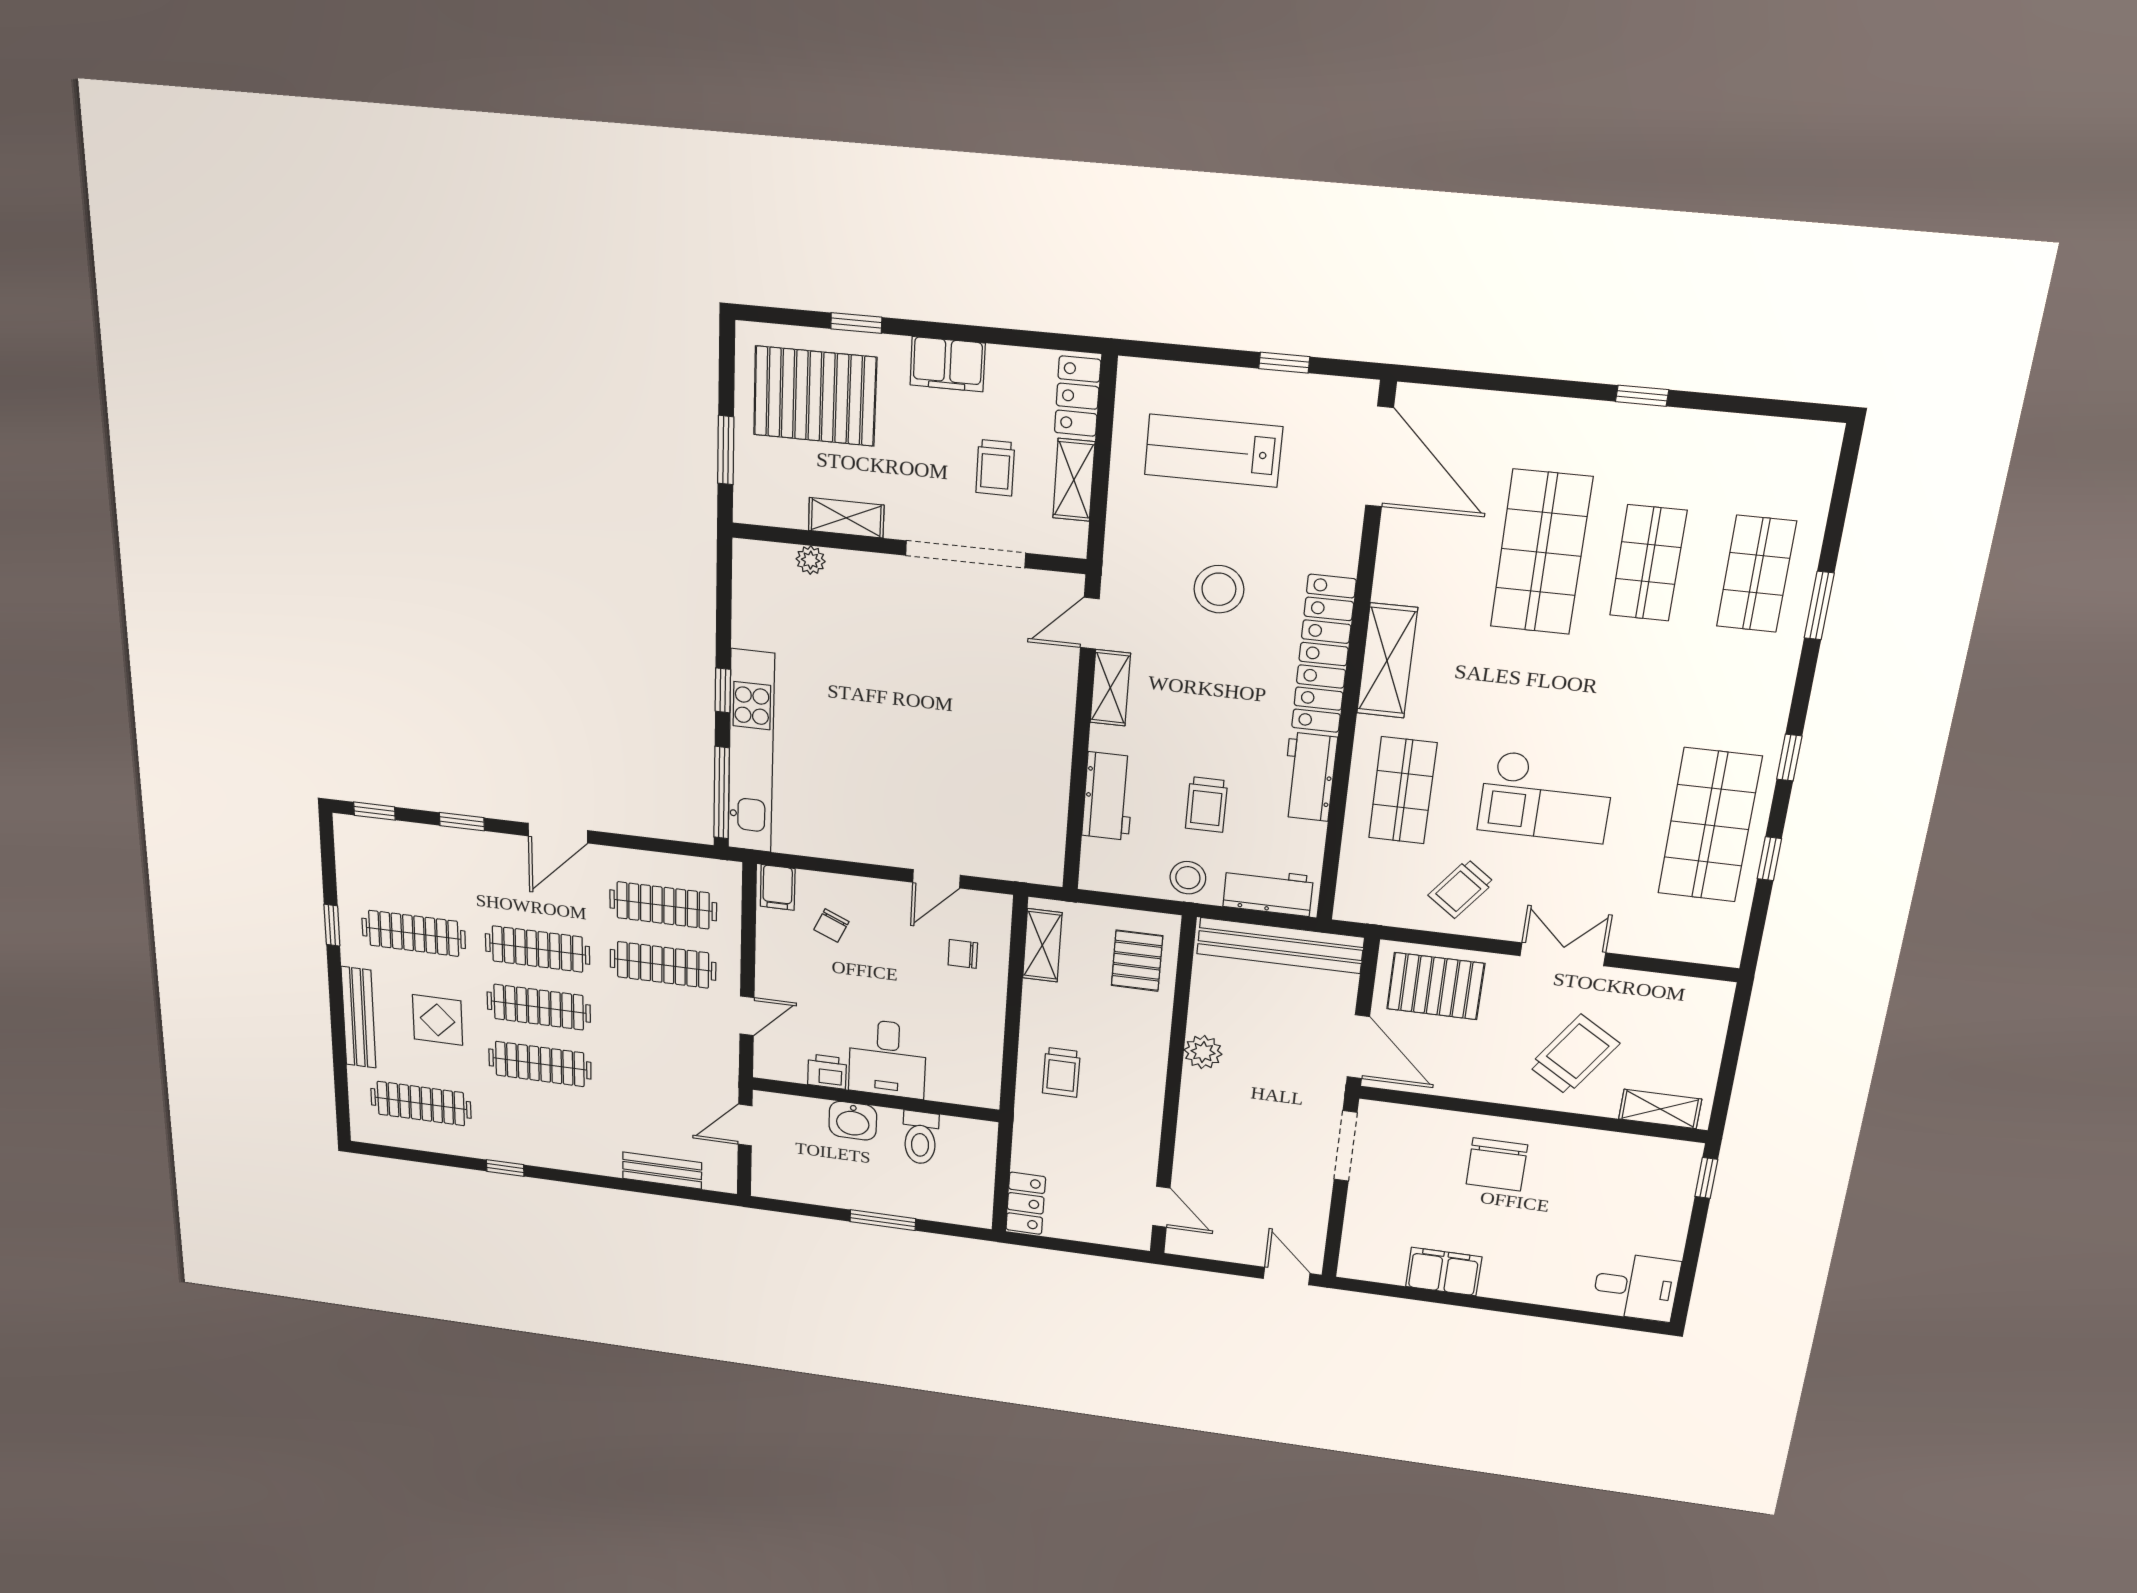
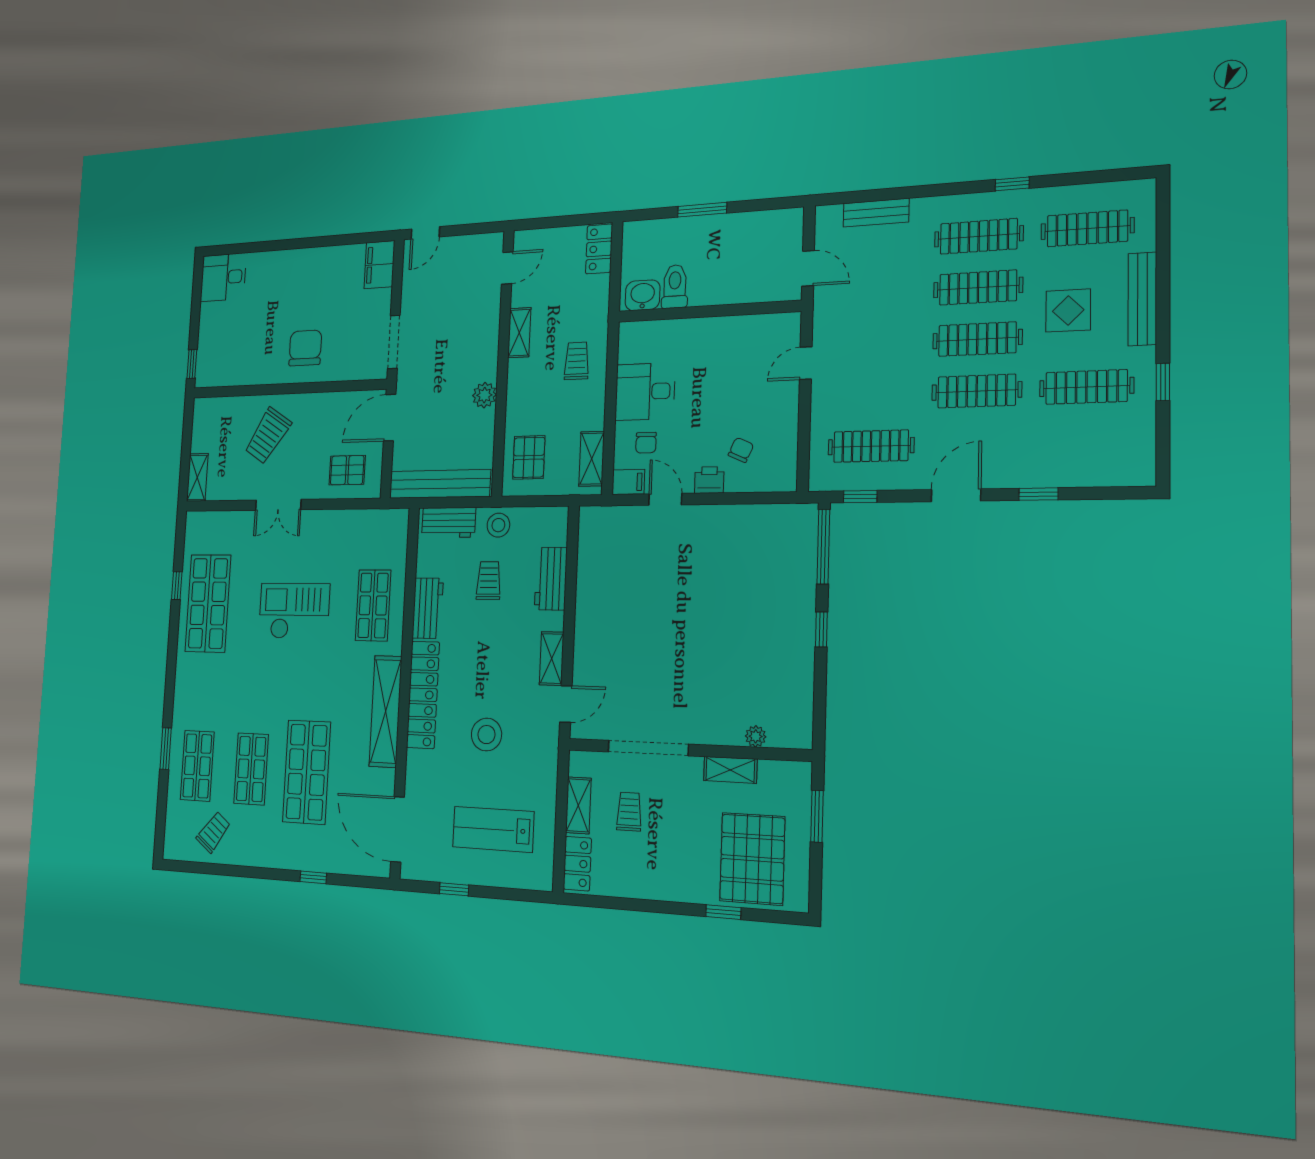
filing cabinet: (948, 364) -> (662, 884), removed
pallet: (815, 396) -> (752, 859), turned 90
window: (1642, 396) -> (313, 877), moved
lab bench: (1213, 451) -> (493, 829), turned 180
shelving: (1387, 661) -> (385, 711), width x1.47
kitchen unit: (751, 752) -> (800, 583), removed
window: (1789, 758) -> (172, 652), removed
window: (374, 811) -> (860, 497), moved
door: (936, 879) -> (665, 499), hinge flipped
filing cabinet: (778, 887) -> (628, 482), moved, turned 90
trolley: (1461, 889) -> (213, 832), moved
chair: (963, 954) -> (646, 443), turned 90
clothes rail: (663, 965) -> (979, 236), moved
pallet: (1436, 986) -> (347, 470), width x0.67, depth x0.71
door: (1358, 1047) -> (390, 418), hinge flipped
desk: (887, 1059) -> (645, 392), moved, turned -90
printer: (827, 1072) -> (709, 480), moved, turned 180
shelving: (1660, 1109) -> (197, 477), moved, turned 90
washbasin: (853, 1121) -> (643, 295), moved
shelving: (1146, 1123) -> (519, 333), added
door: (745, 1125) -> (808, 268), hinge flipped
door: (1161, 1207) -> (507, 268), swing flipped
filing cabinet: (1444, 1272) -> (379, 265), moved, turned 90
door: (1287, 1276) -> (425, 233), hinge flipped

